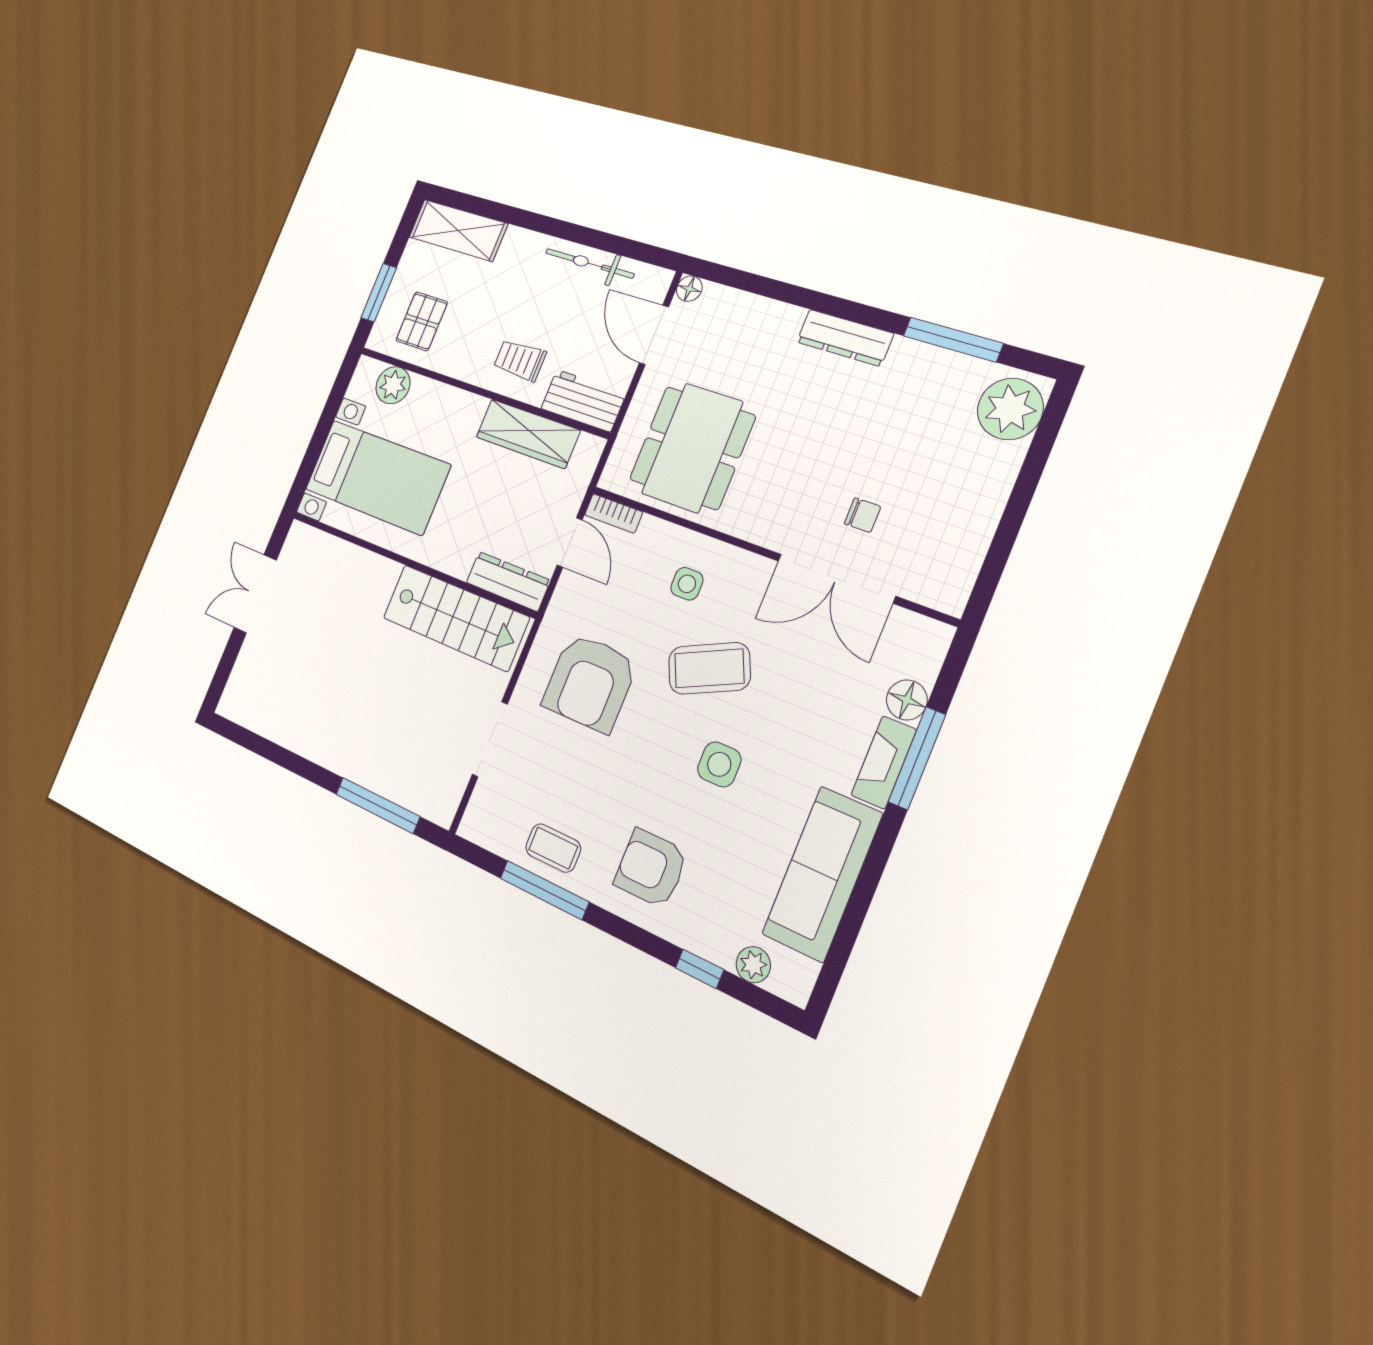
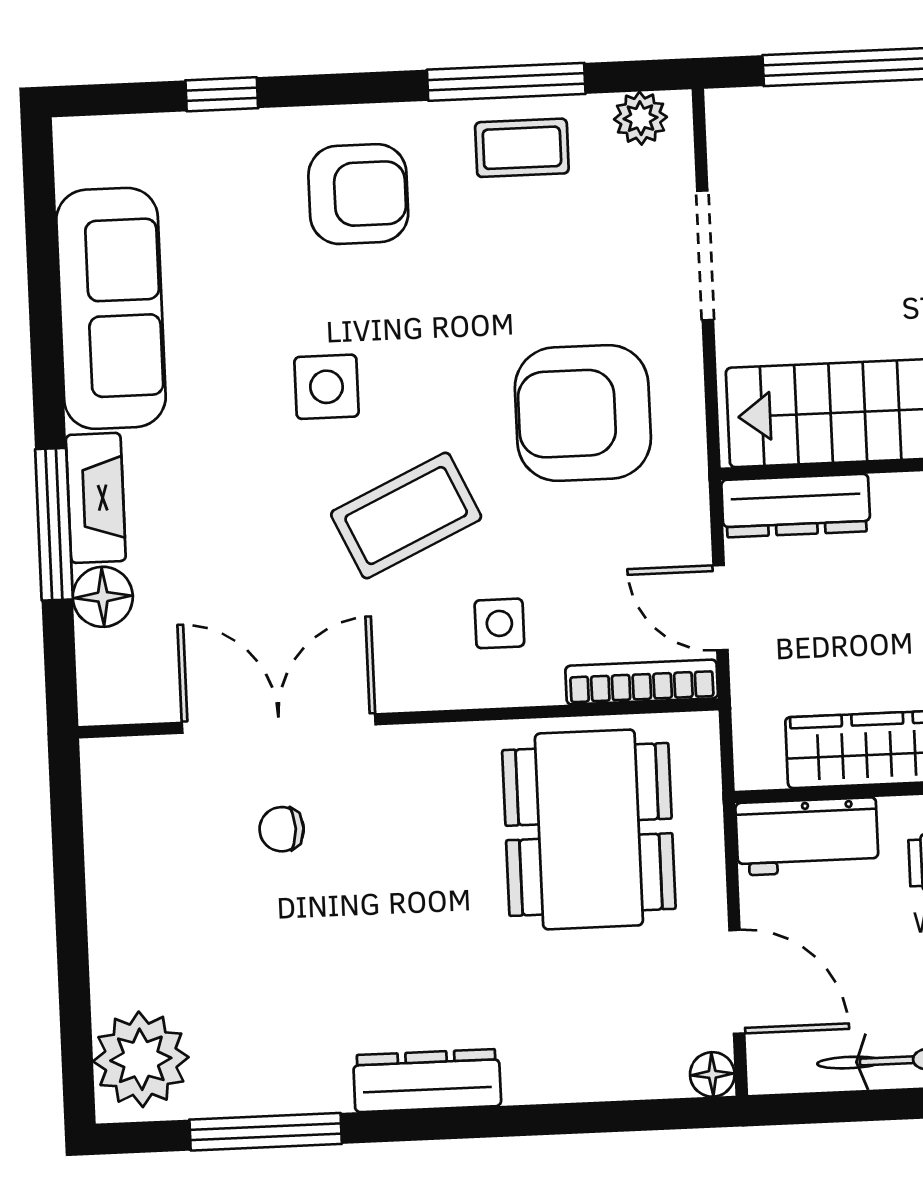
bookcase: (614, 513) -> (642, 682), width x1.56
armchair: (590, 682) -> (583, 413), turned -90
plant: (753, 965) -> (640, 118), moved

